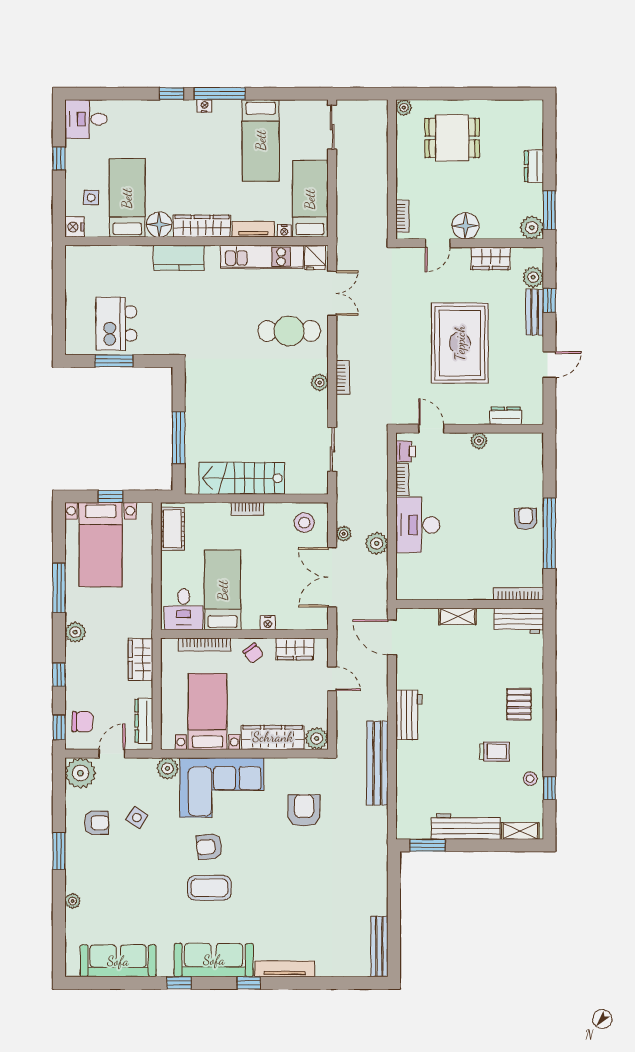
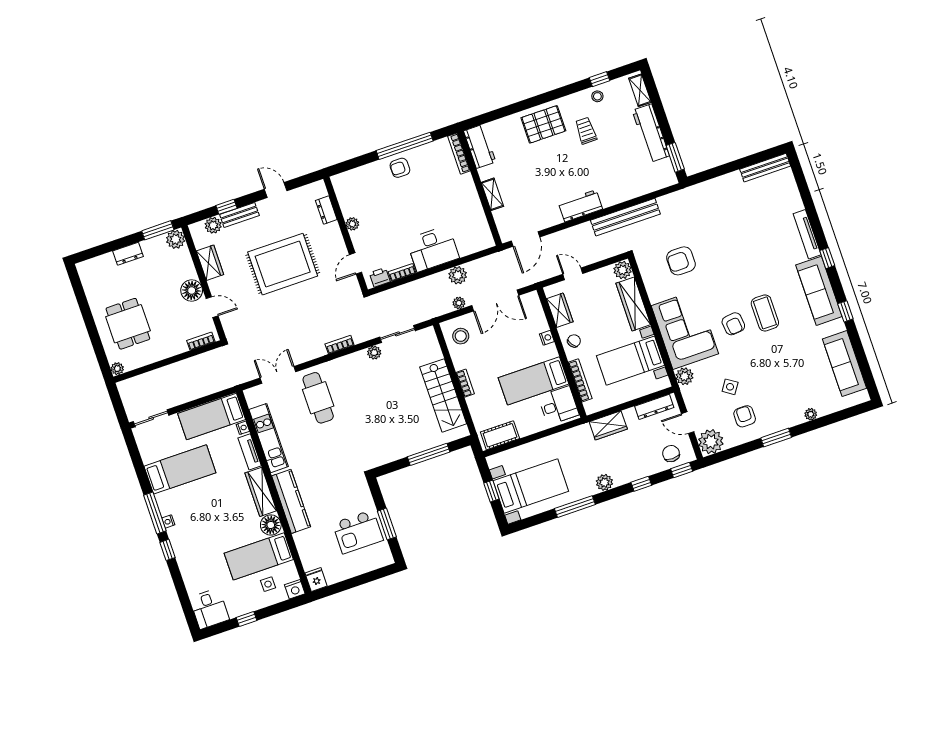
kitchen counter: (179, 258) -> (291, 501), width x1.50
fridge: (315, 258) -> (316, 579), moved, turned -90
plant: (320, 382) -> (374, 353), moved
door: (332, 679) -> (573, 274), hinge flipped
pallet: (519, 704) -> (543, 124), width x1.50, depth x1.42

